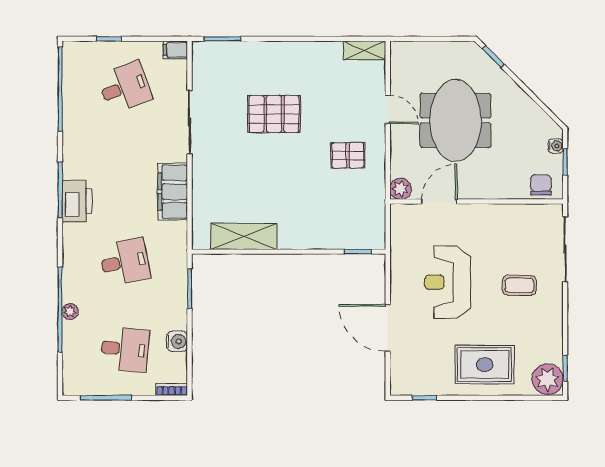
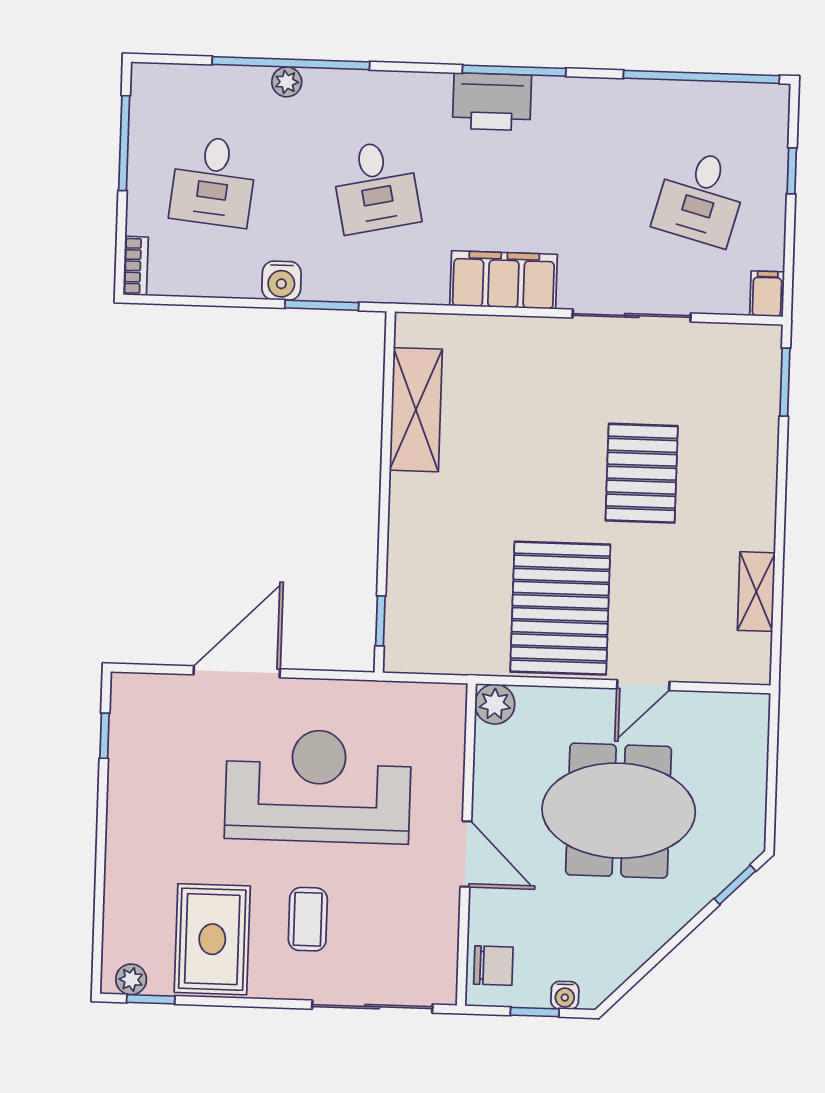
shelving: (365, 50) -> (756, 592), moved
desk: (125, 87) -> (700, 197), turned 36
pallet: (348, 155) -> (560, 608), width x2.05, depth x2.00
door: (439, 202) -> (466, 854), moved
reception desk: (448, 282) -> (318, 786), width x1.36, depth x1.30
water cooler: (177, 341) -> (281, 281), moved
rug: (485, 365) -> (212, 939), moved
plant: (548, 379) -> (131, 979), width x0.53, depth x0.53

